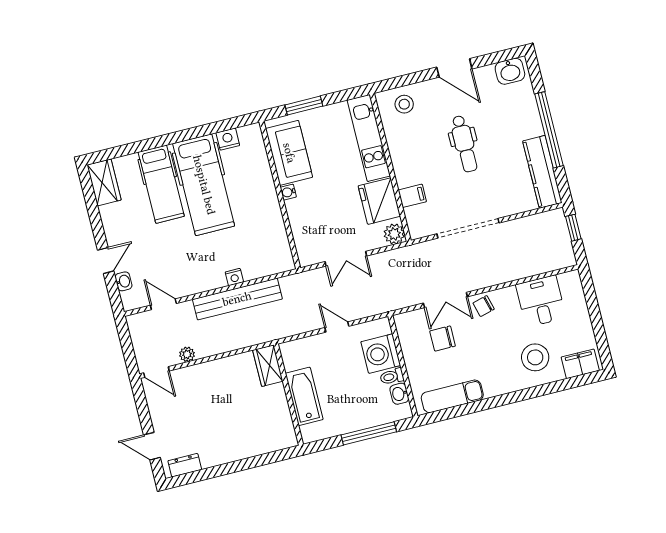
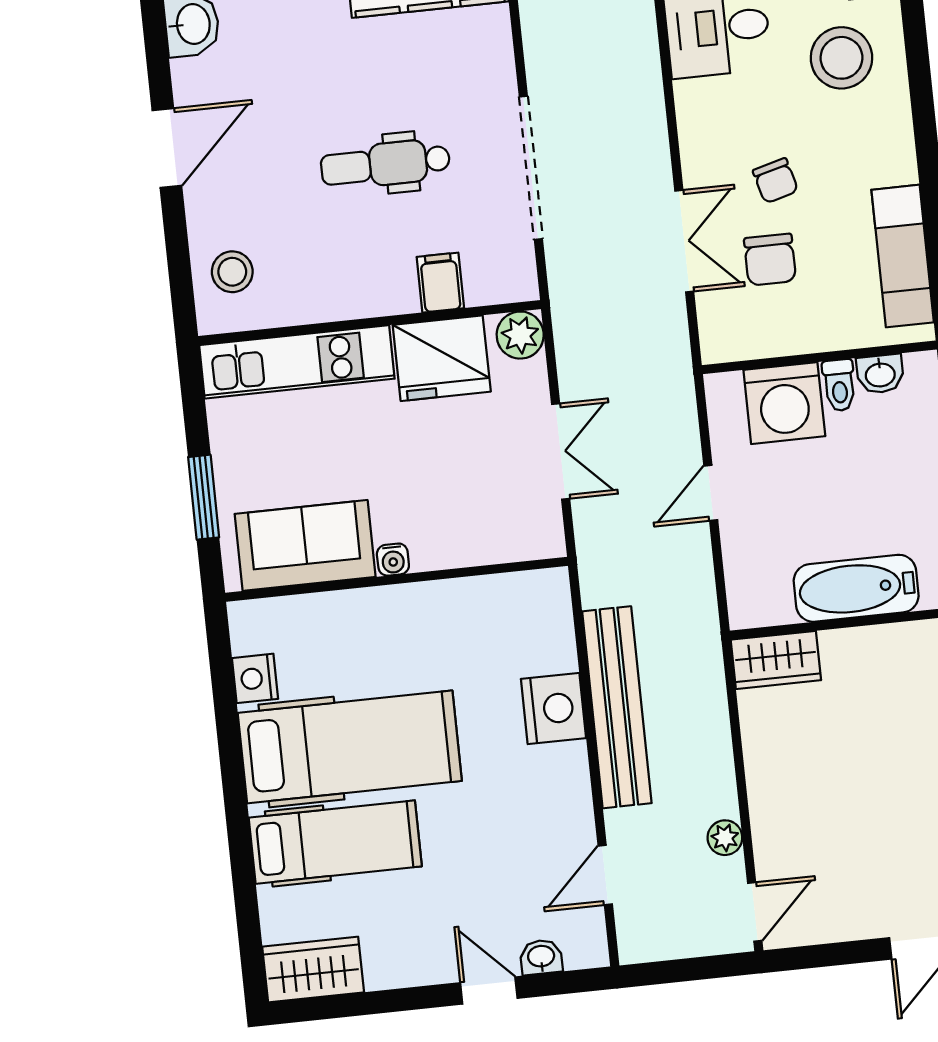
dental chair: (464, 144) -> (385, 164), moved, turned 180
nightstand: (234, 277) -> (554, 708), width x1.89, depth x1.79
chair: (484, 306) -> (775, 181), moved

